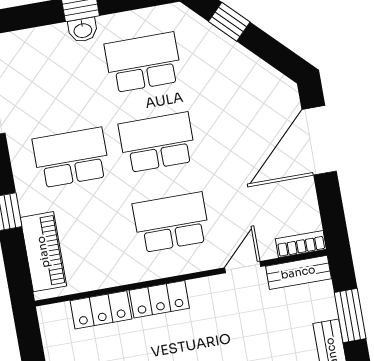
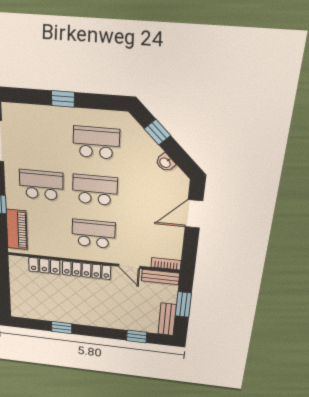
washbasin: (83, 30) -> (165, 163), moved, turned 45
door: (319, 140) -> (194, 214), width x0.73
door: (243, 267) -> (129, 266), swing flipped
locker: (159, 299) -> (86, 270), width x1.53

